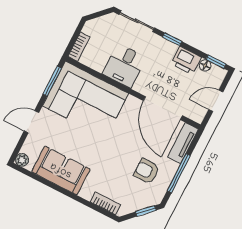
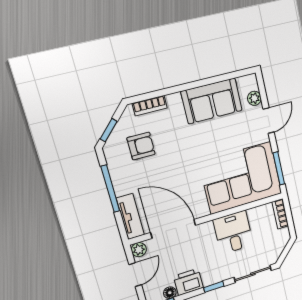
plant: (198, 116) -> (139, 250), added
plant: (22, 160) -> (254, 98), moved
armchair: (147, 171) -> (141, 146), moved

